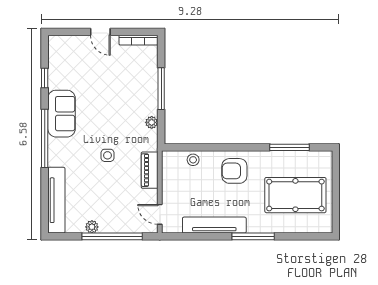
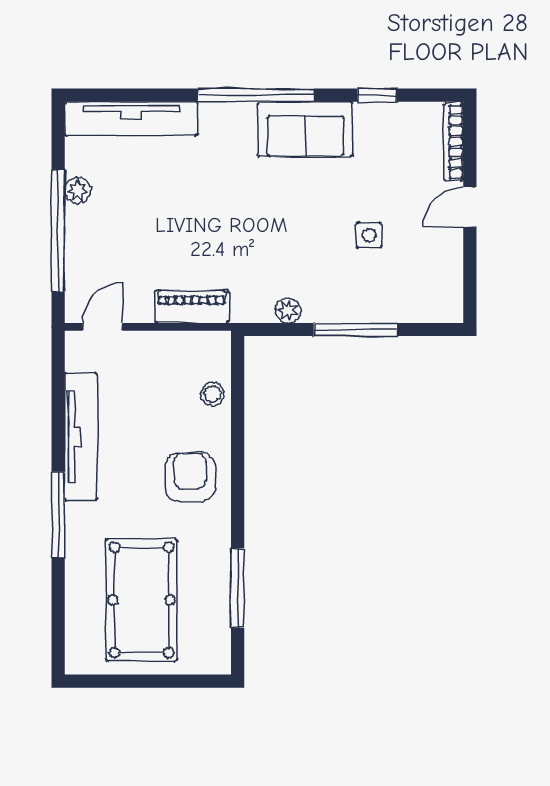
bookcase: (138, 40) -> (453, 142), moved
side table: (107, 155) -> (369, 235), moved

